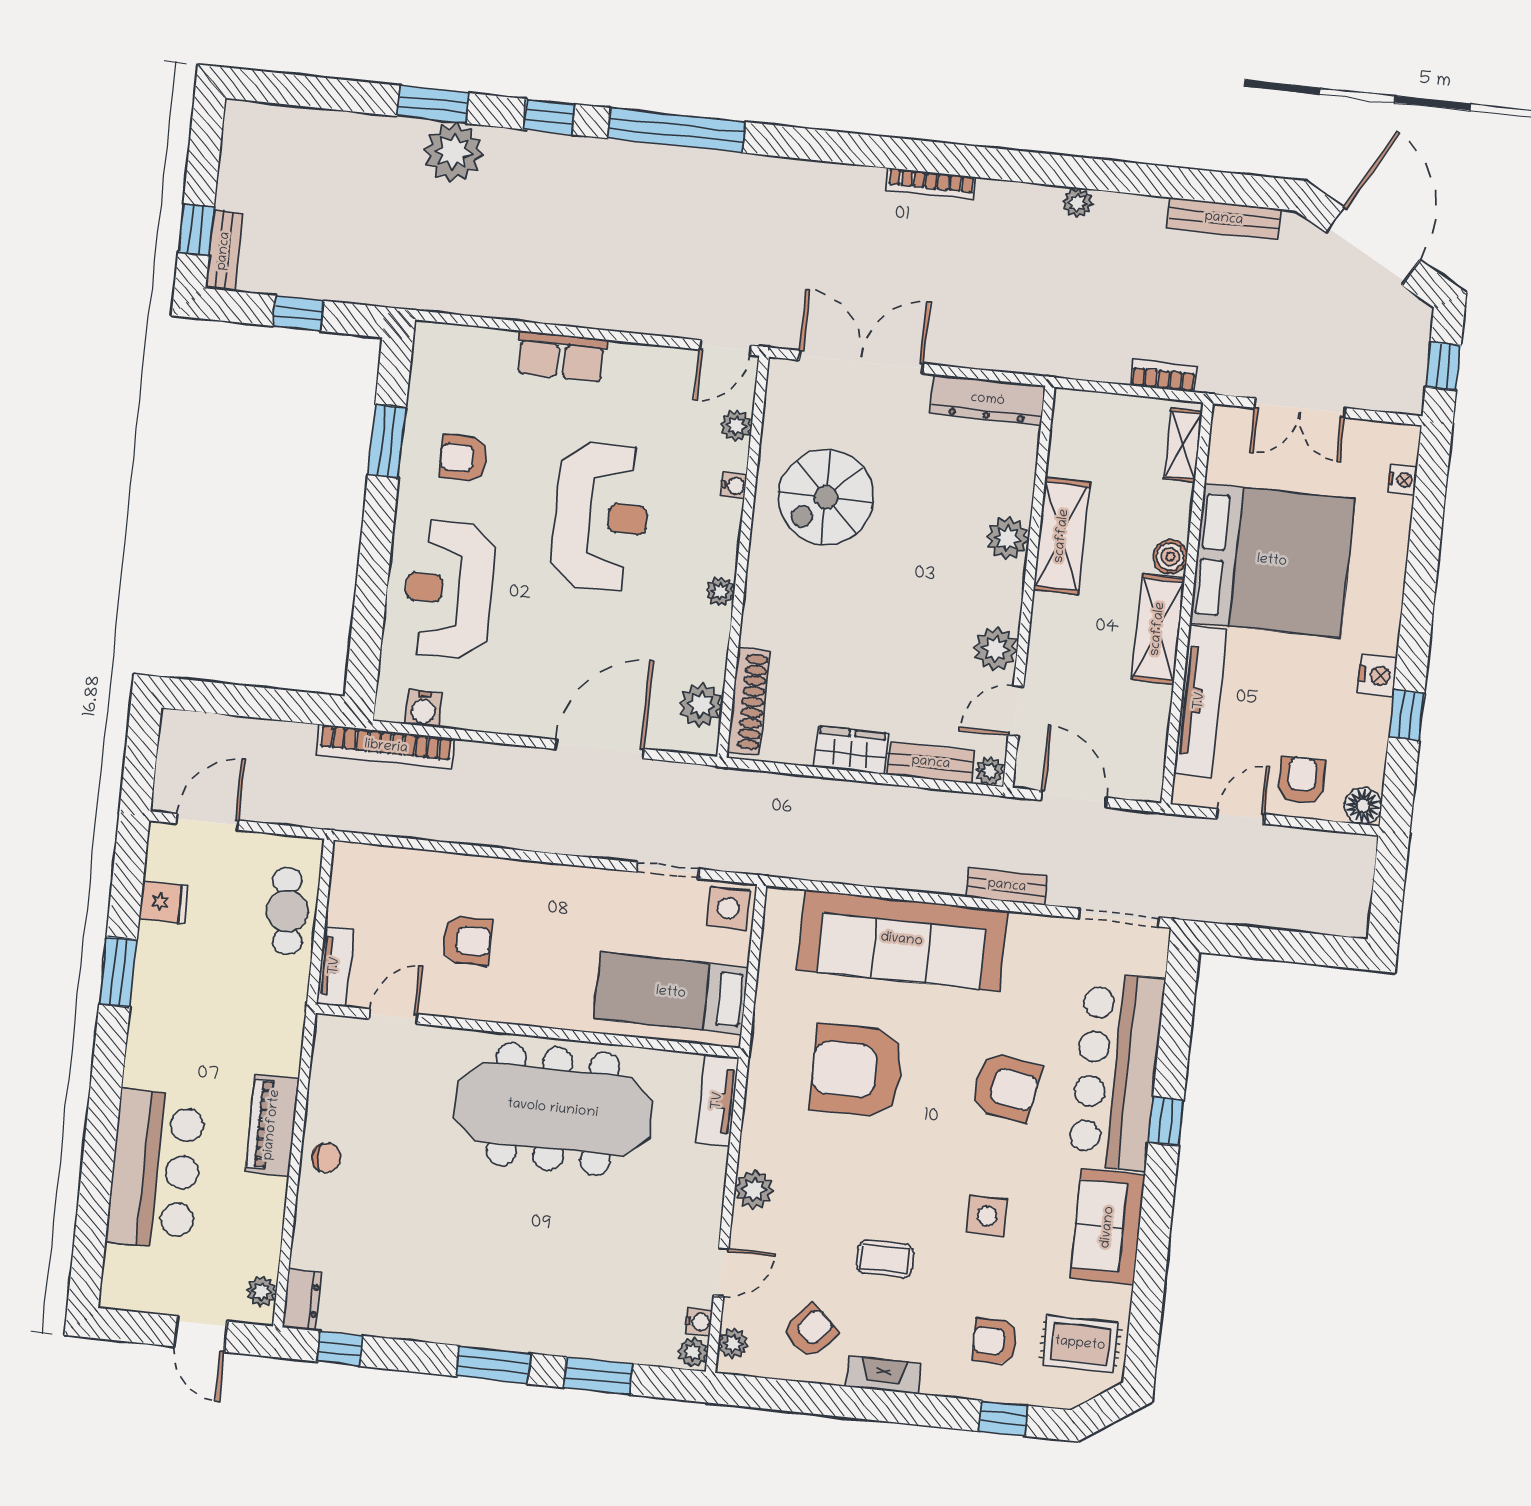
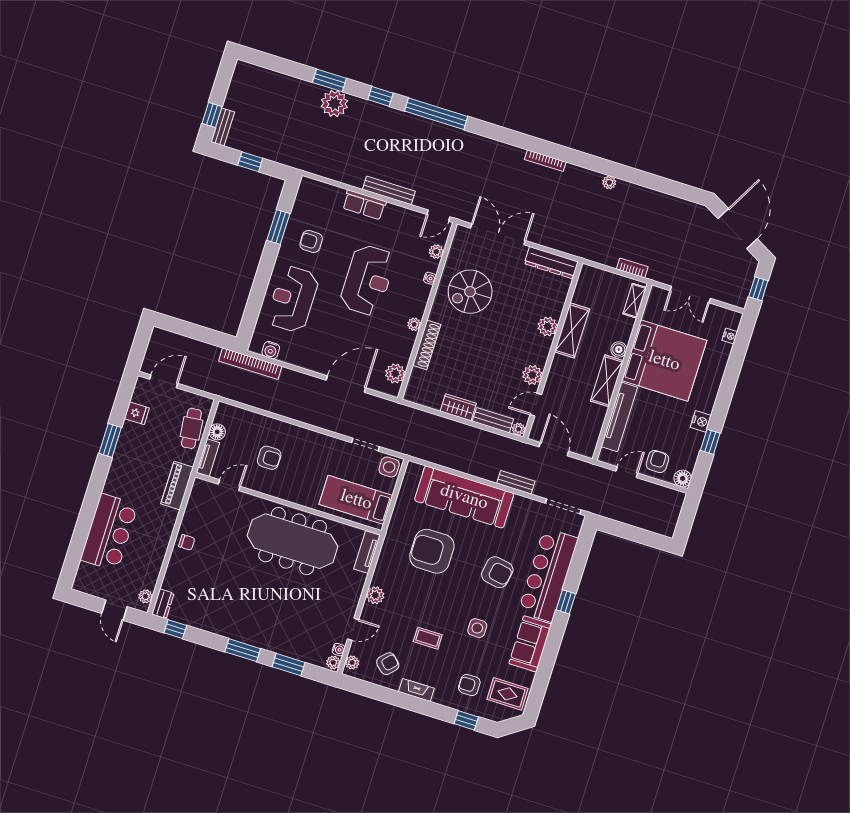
bench: (1224, 219) -> (389, 190), moved
shoe rack: (749, 701) -> (427, 345), moved
floor lamp: (344, 907) -> (217, 432), added
piano: (272, 1125) -> (177, 486), moved

